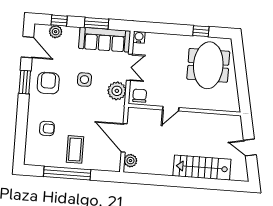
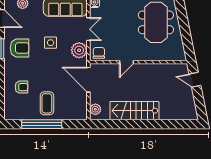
armchair: (48, 83) -> (20, 48), turned 90
door: (124, 138) -> (88, 80), moved
door: (250, 147) -> (195, 80), moved
stairs: (202, 168) -> (134, 111), moved

